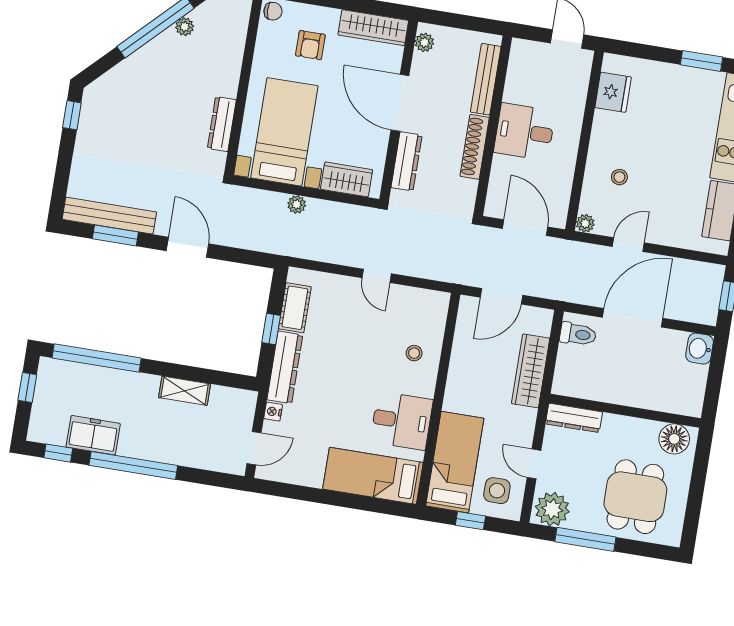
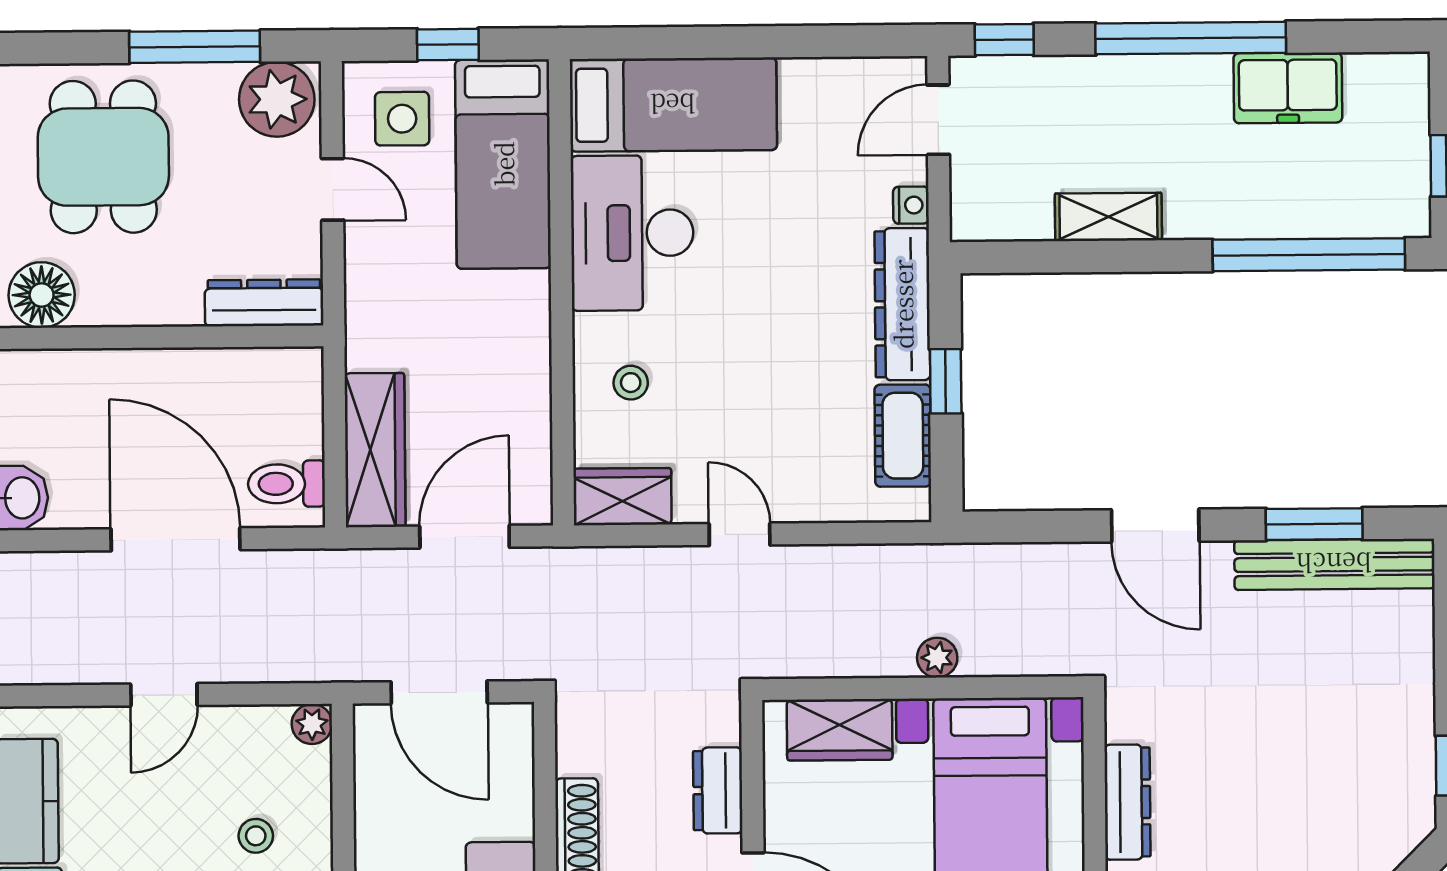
dresser: (406, 161) -> (718, 790), width x0.70
door: (628, 245) -> (164, 695), moved
wardrobe: (427, 302) -> (622, 497), added
door: (633, 318) -> (176, 539), swing flipped
wardrobe: (531, 371) -> (375, 450), moved
desk: (402, 421) -> (632, 233), width x1.37
window: (58, 453) -> (1004, 40), moved

